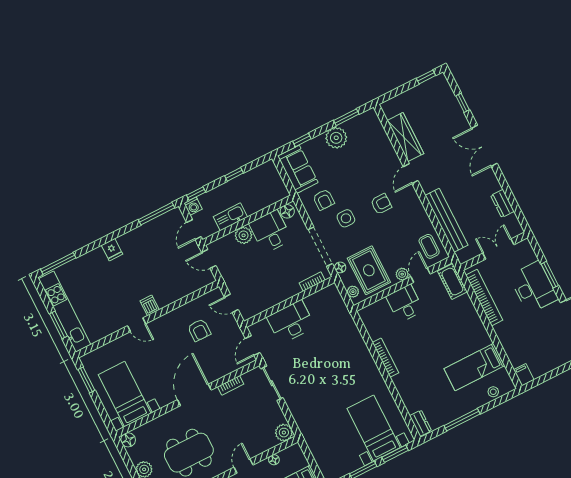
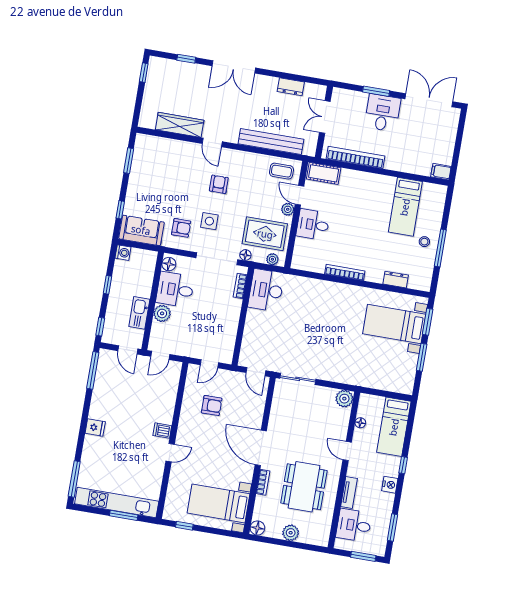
plant: (336, 138) -> (139, 181), removed
washing machine: (193, 206) -> (123, 253), moved
desk: (534, 287) -> (382, 113), width x0.73
desk: (291, 322) -> (266, 290), moved
window: (86, 380) -> (184, 526), width x0.67
bookcase: (231, 385) -> (263, 482), moved
stool: (493, 392) -> (424, 242), moved
dresser: (420, 423) -> (396, 280), moved

